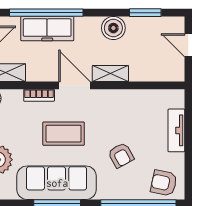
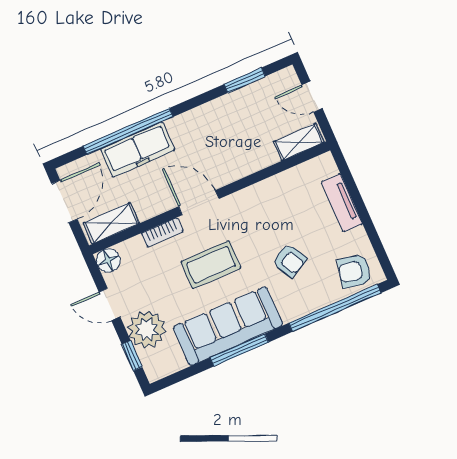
boiler: (113, 28) -> (215, 115), removed
shelving: (110, 74) -> (299, 142), moved

